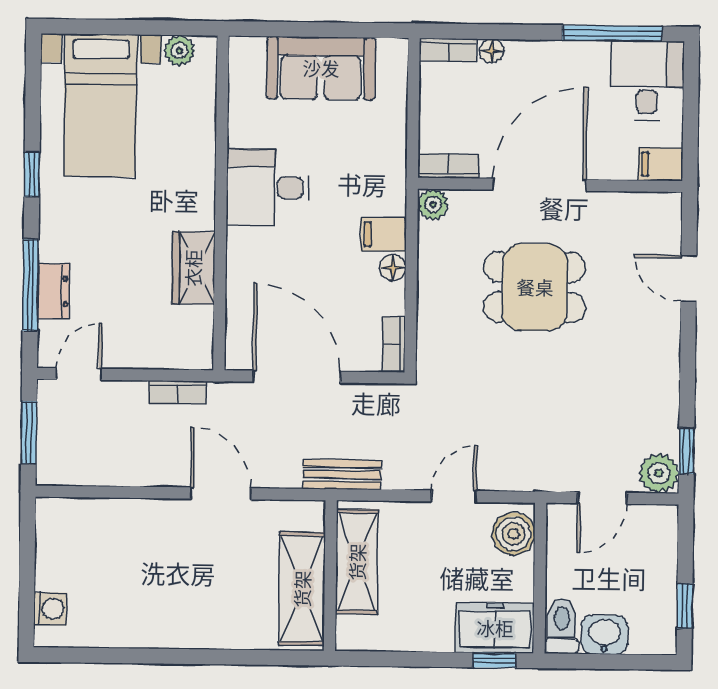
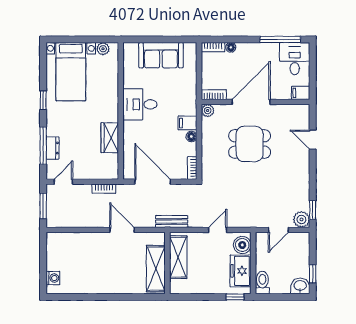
freezer: (495, 628) -> (241, 271), moved, turned -90
washbasin: (604, 635) -> (300, 286), moved

